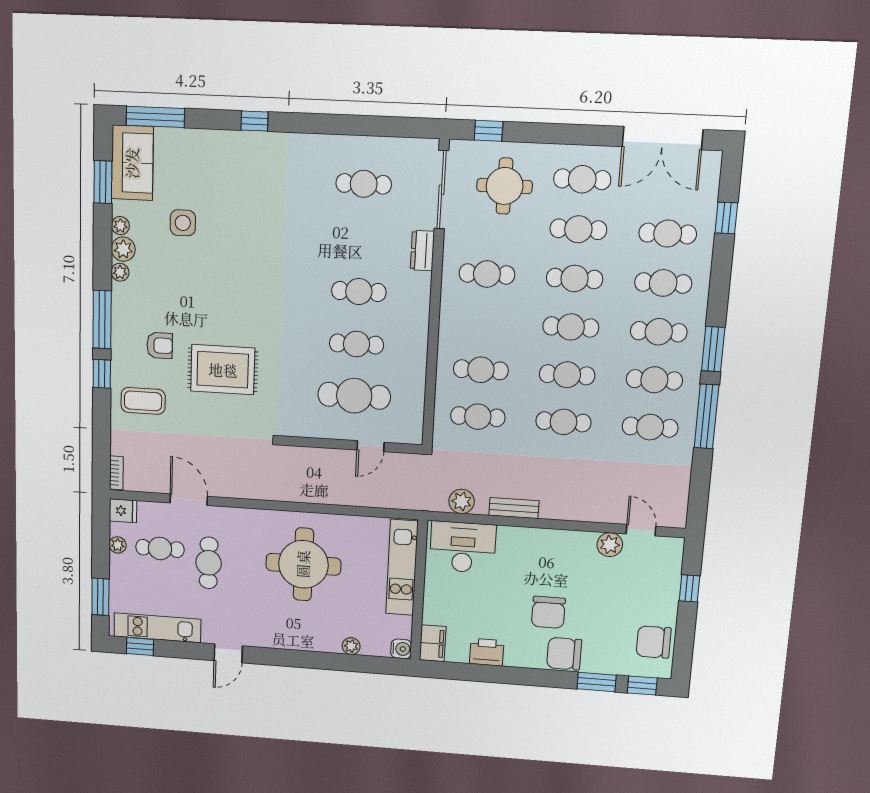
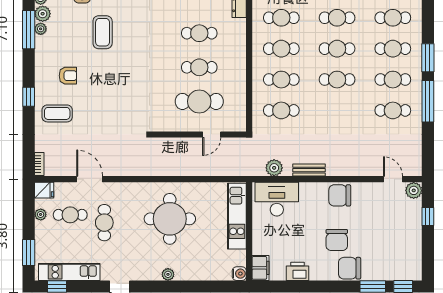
coffee table: (212, 282) -> (103, 32), added
window: (102, 320) -> (29, 30), moved
rug: (223, 370) -> (111, 89), removed
cafe table: (563, 422) -> (281, 49), moved
plant: (610, 545) -> (414, 190), moved
chair: (654, 642) -> (340, 195), moved
plant: (351, 646) -> (168, 274), moved

